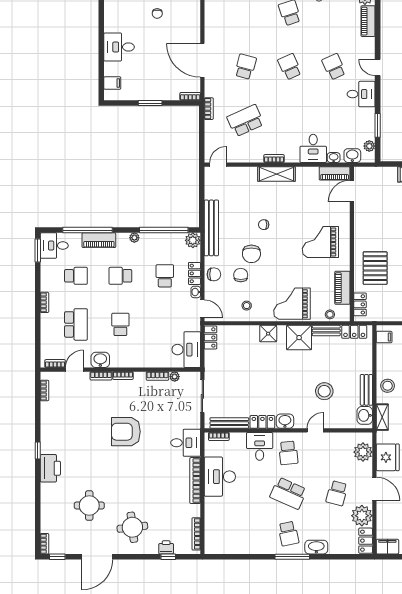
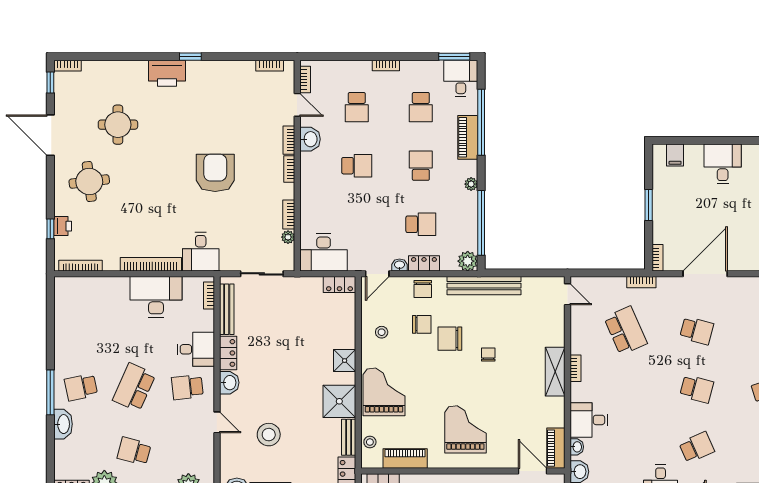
school desk: (290, 67) -> (697, 389), turned 39
school desk: (76, 324) -> (357, 107), width x0.54

